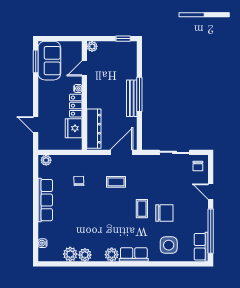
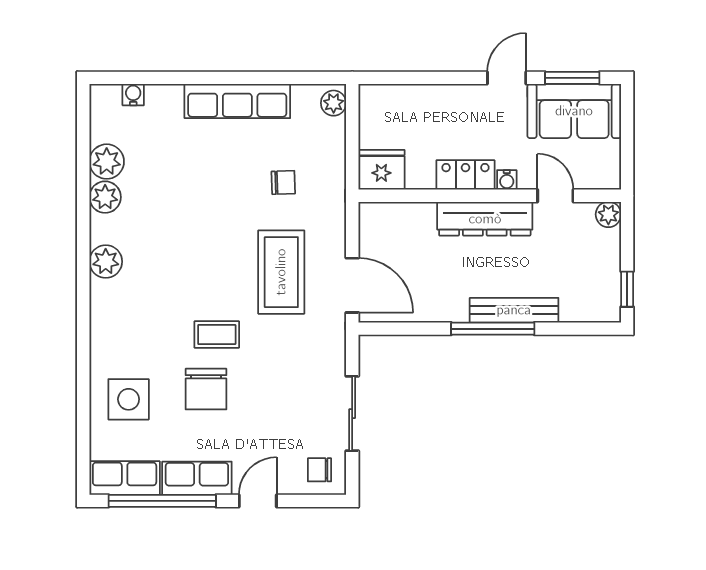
bench: (132, 98) -> (514, 310), moved
door: (36, 125) -> (507, 78), moved
fridge: (74, 128) -> (381, 170), moved
dresser: (94, 129) -> (485, 219), moved
coffee table: (116, 182) -> (281, 272), width x1.86, depth x1.72
row of seats: (134, 254) -> (197, 478), moved, turned -90

